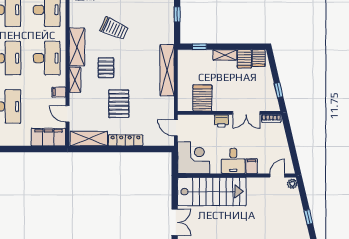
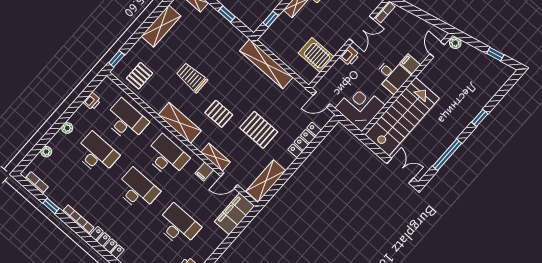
trolley: (114, 28) -> (192, 78), turned -114
shelving: (75, 80) -> (215, 157), moved
locker: (125, 140) -> (305, 140), moved

